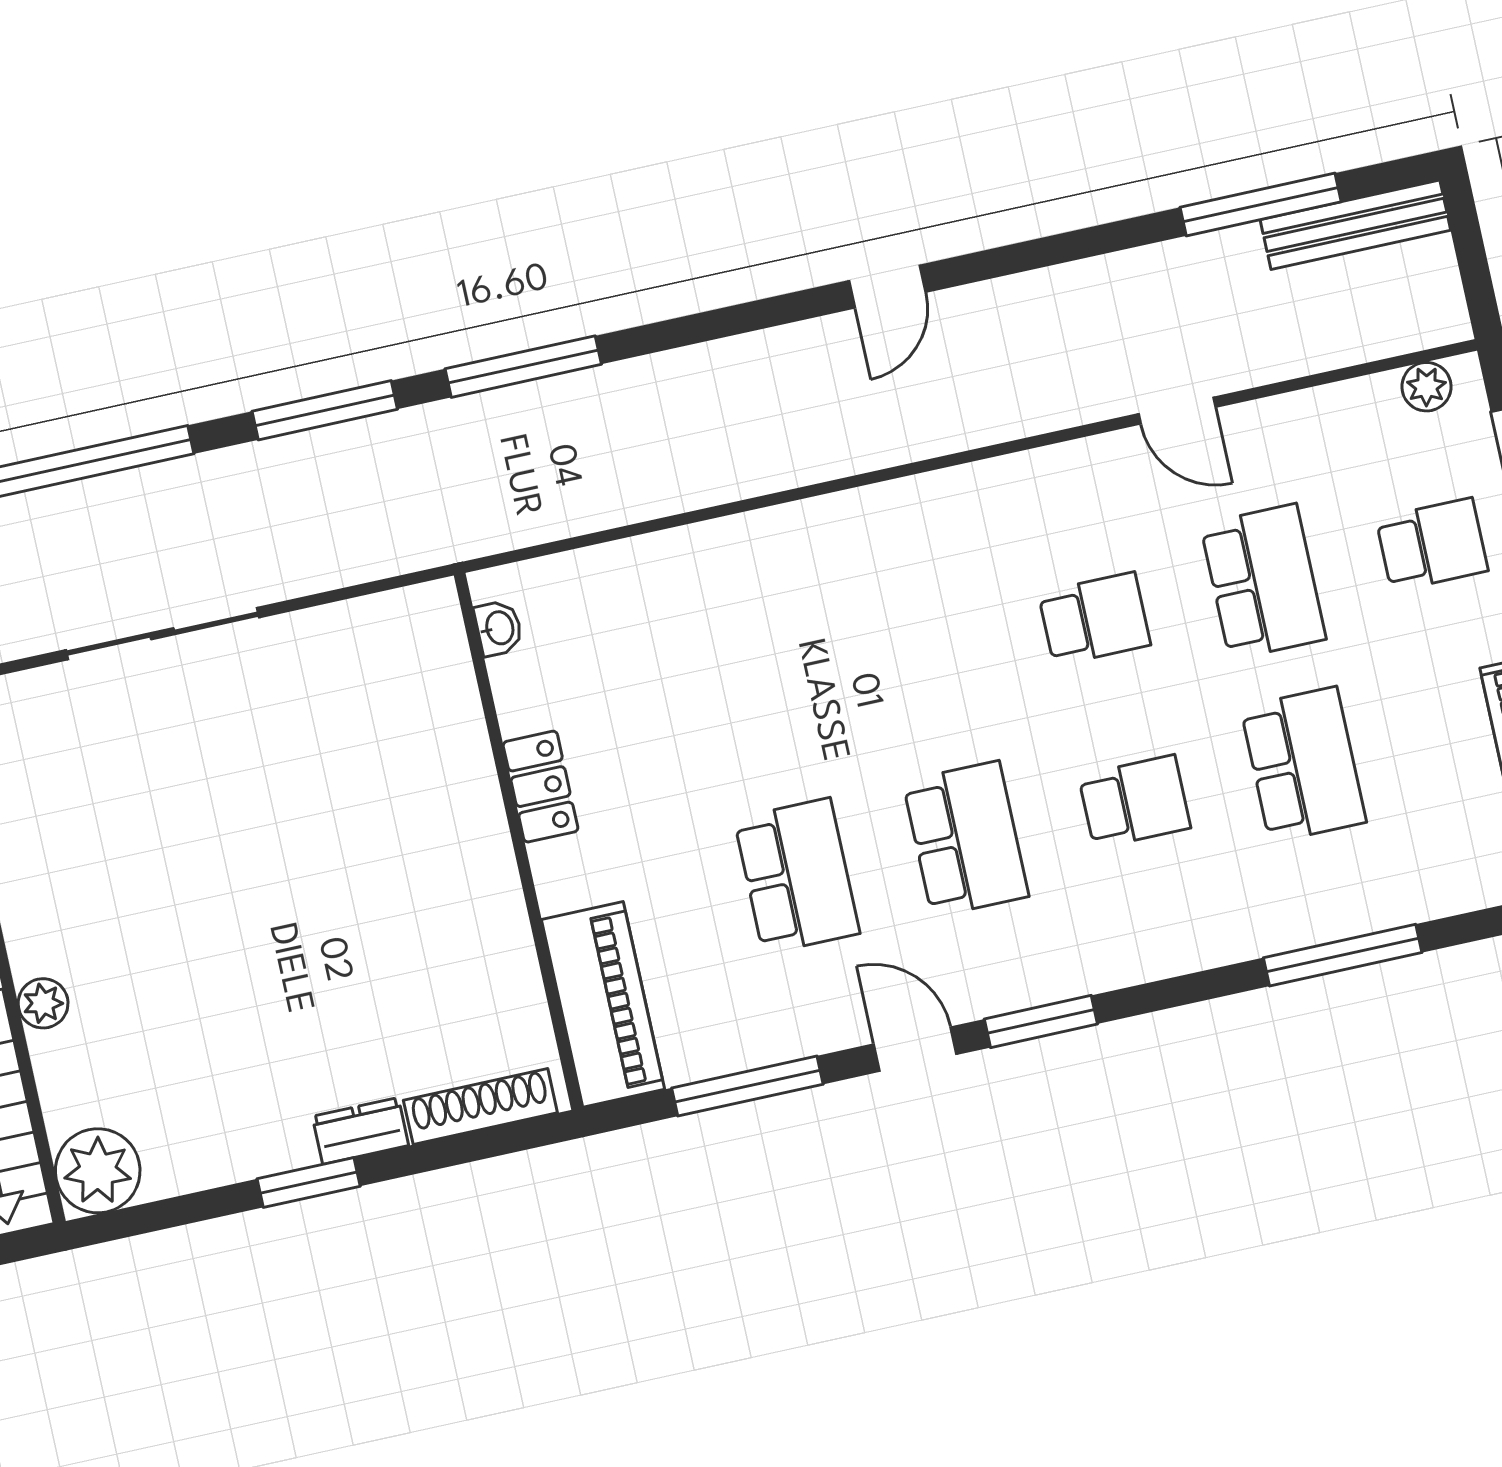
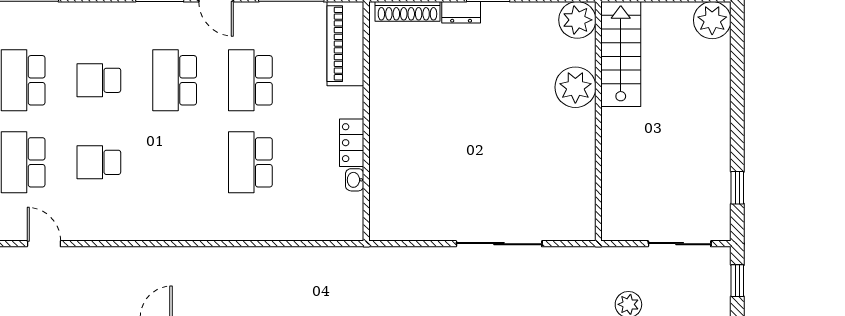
washbasin: (499, 628) -> (355, 180), moved
school desk: (757, 693) -> (250, 162), added
plant: (43, 1003) -> (575, 87), width x1.88, depth x1.88

